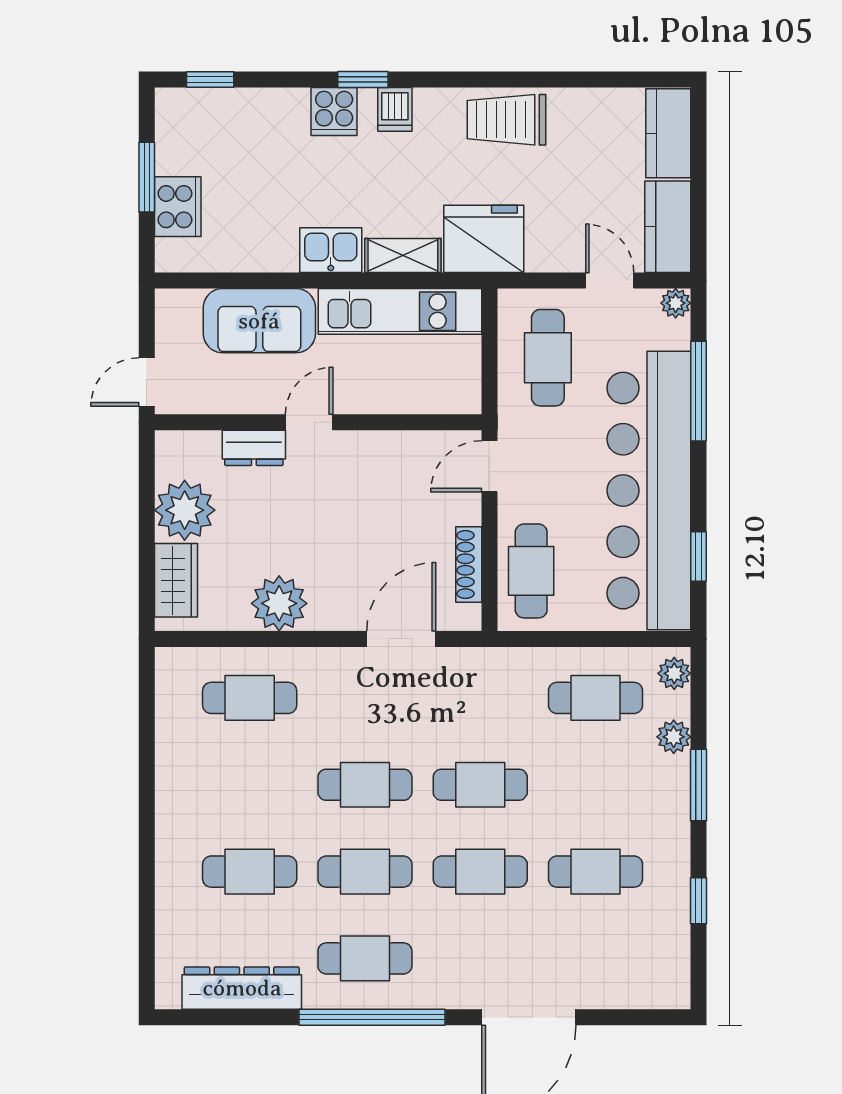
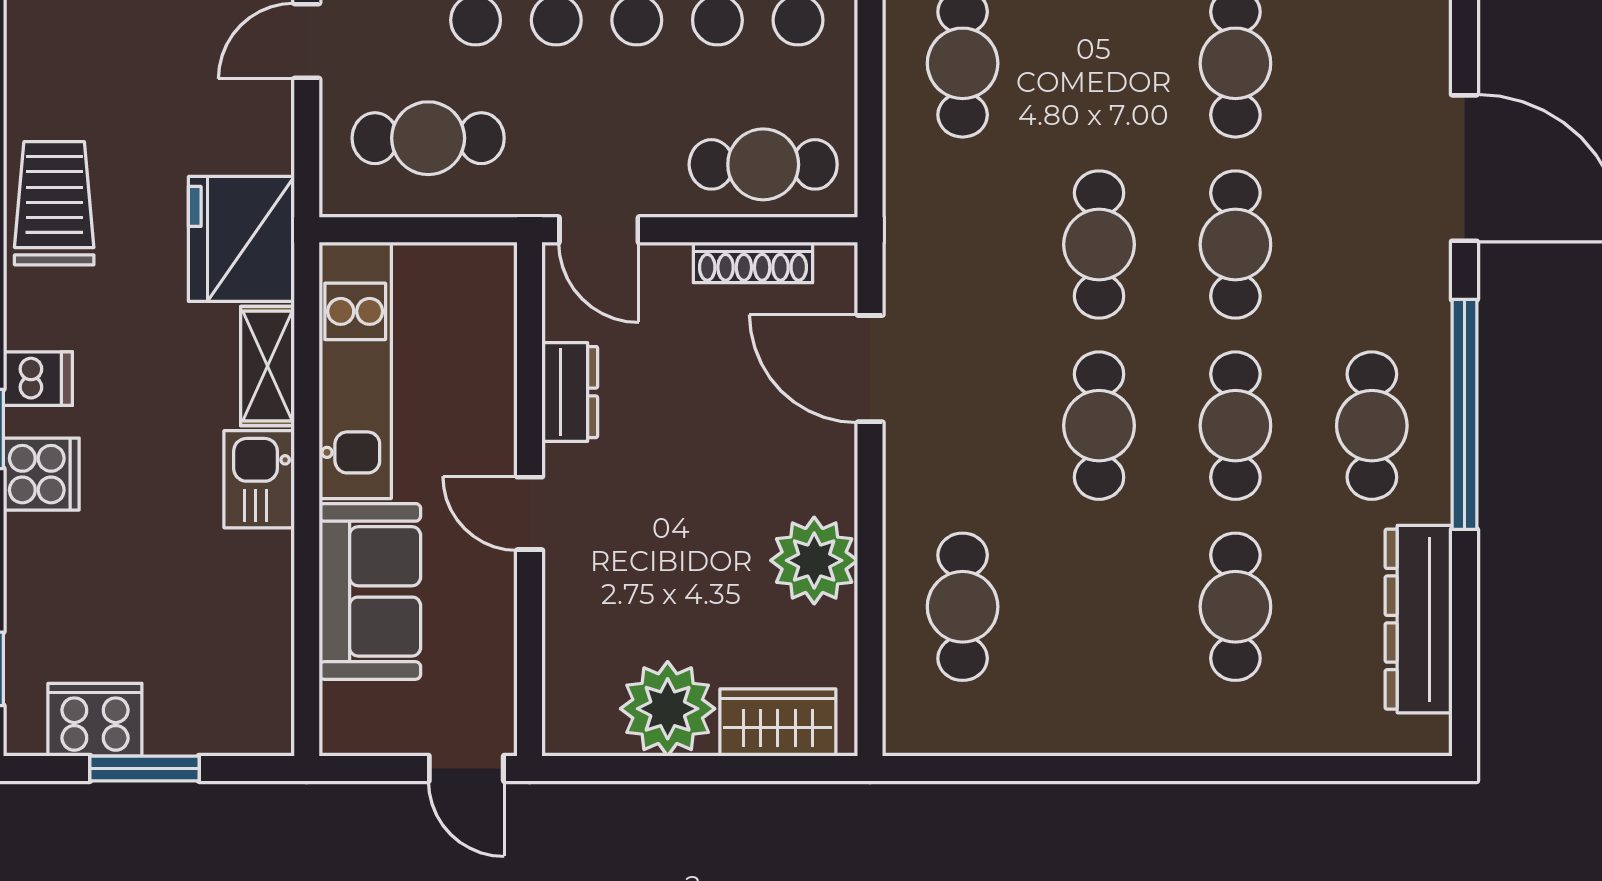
trolley: (506, 120) -> (54, 203), turned 180
cooker: (178, 207) -> (95, 720), moved
dresser: (254, 448) -> (570, 392), moved

